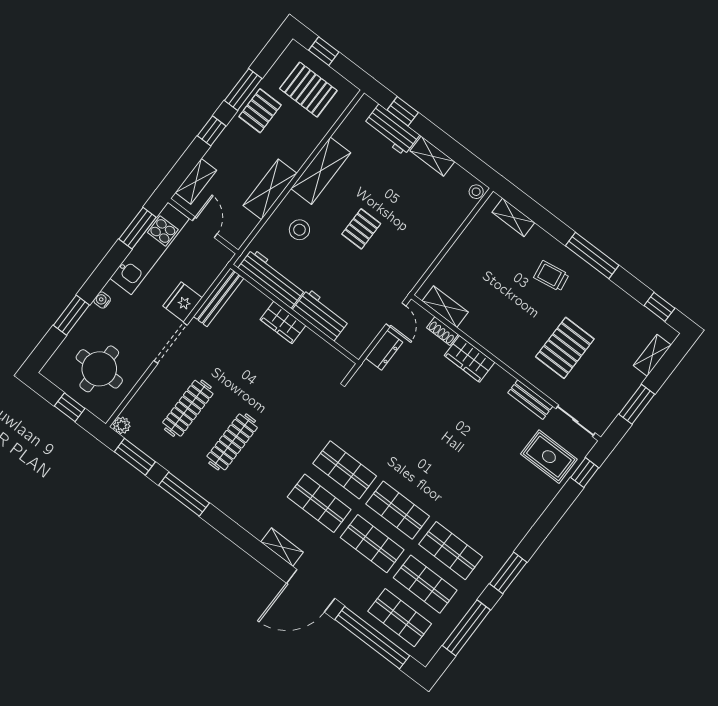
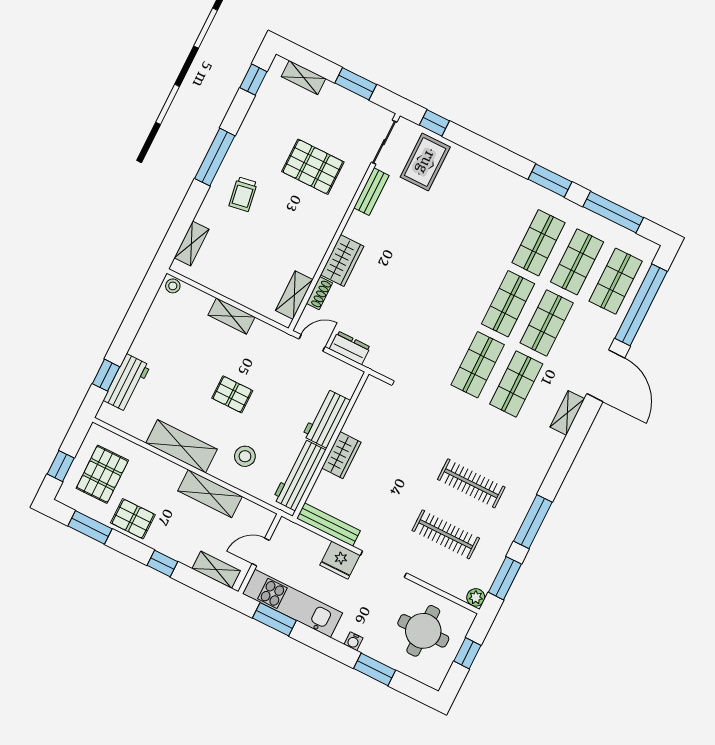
window: (243, 90) -> (90, 527), moved
shelving: (432, 156) -> (232, 316), moved, turned 90

